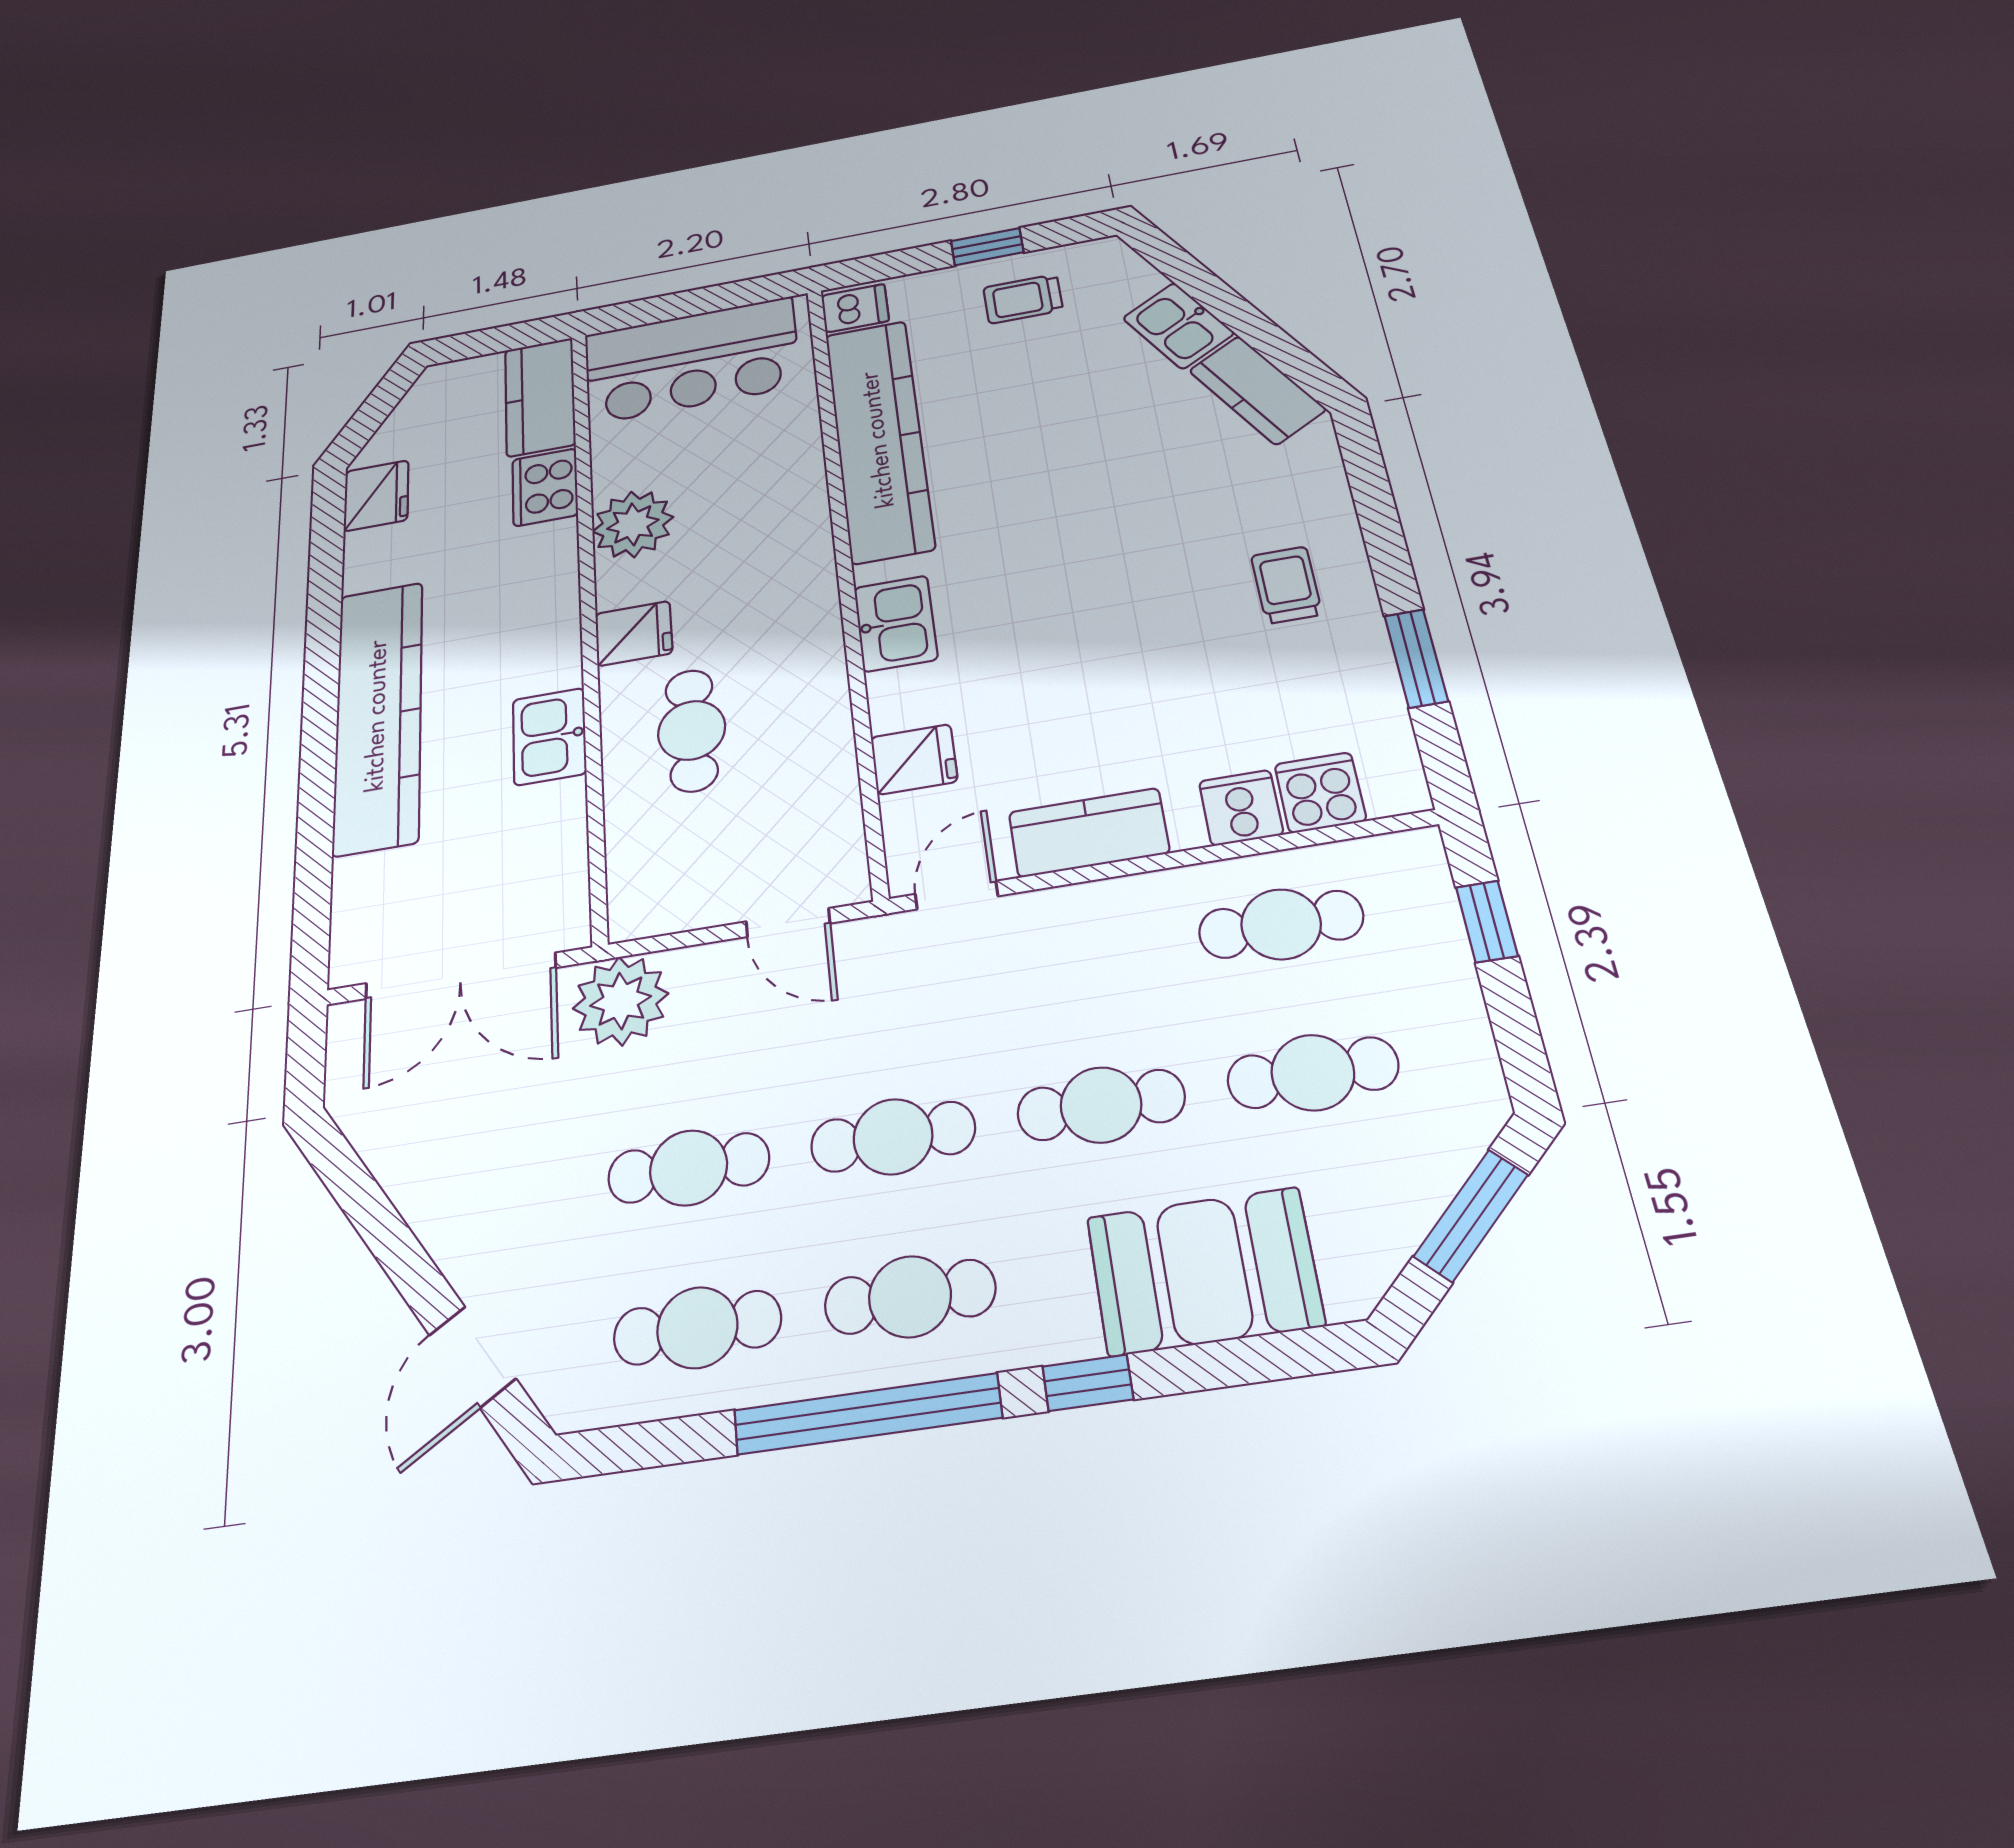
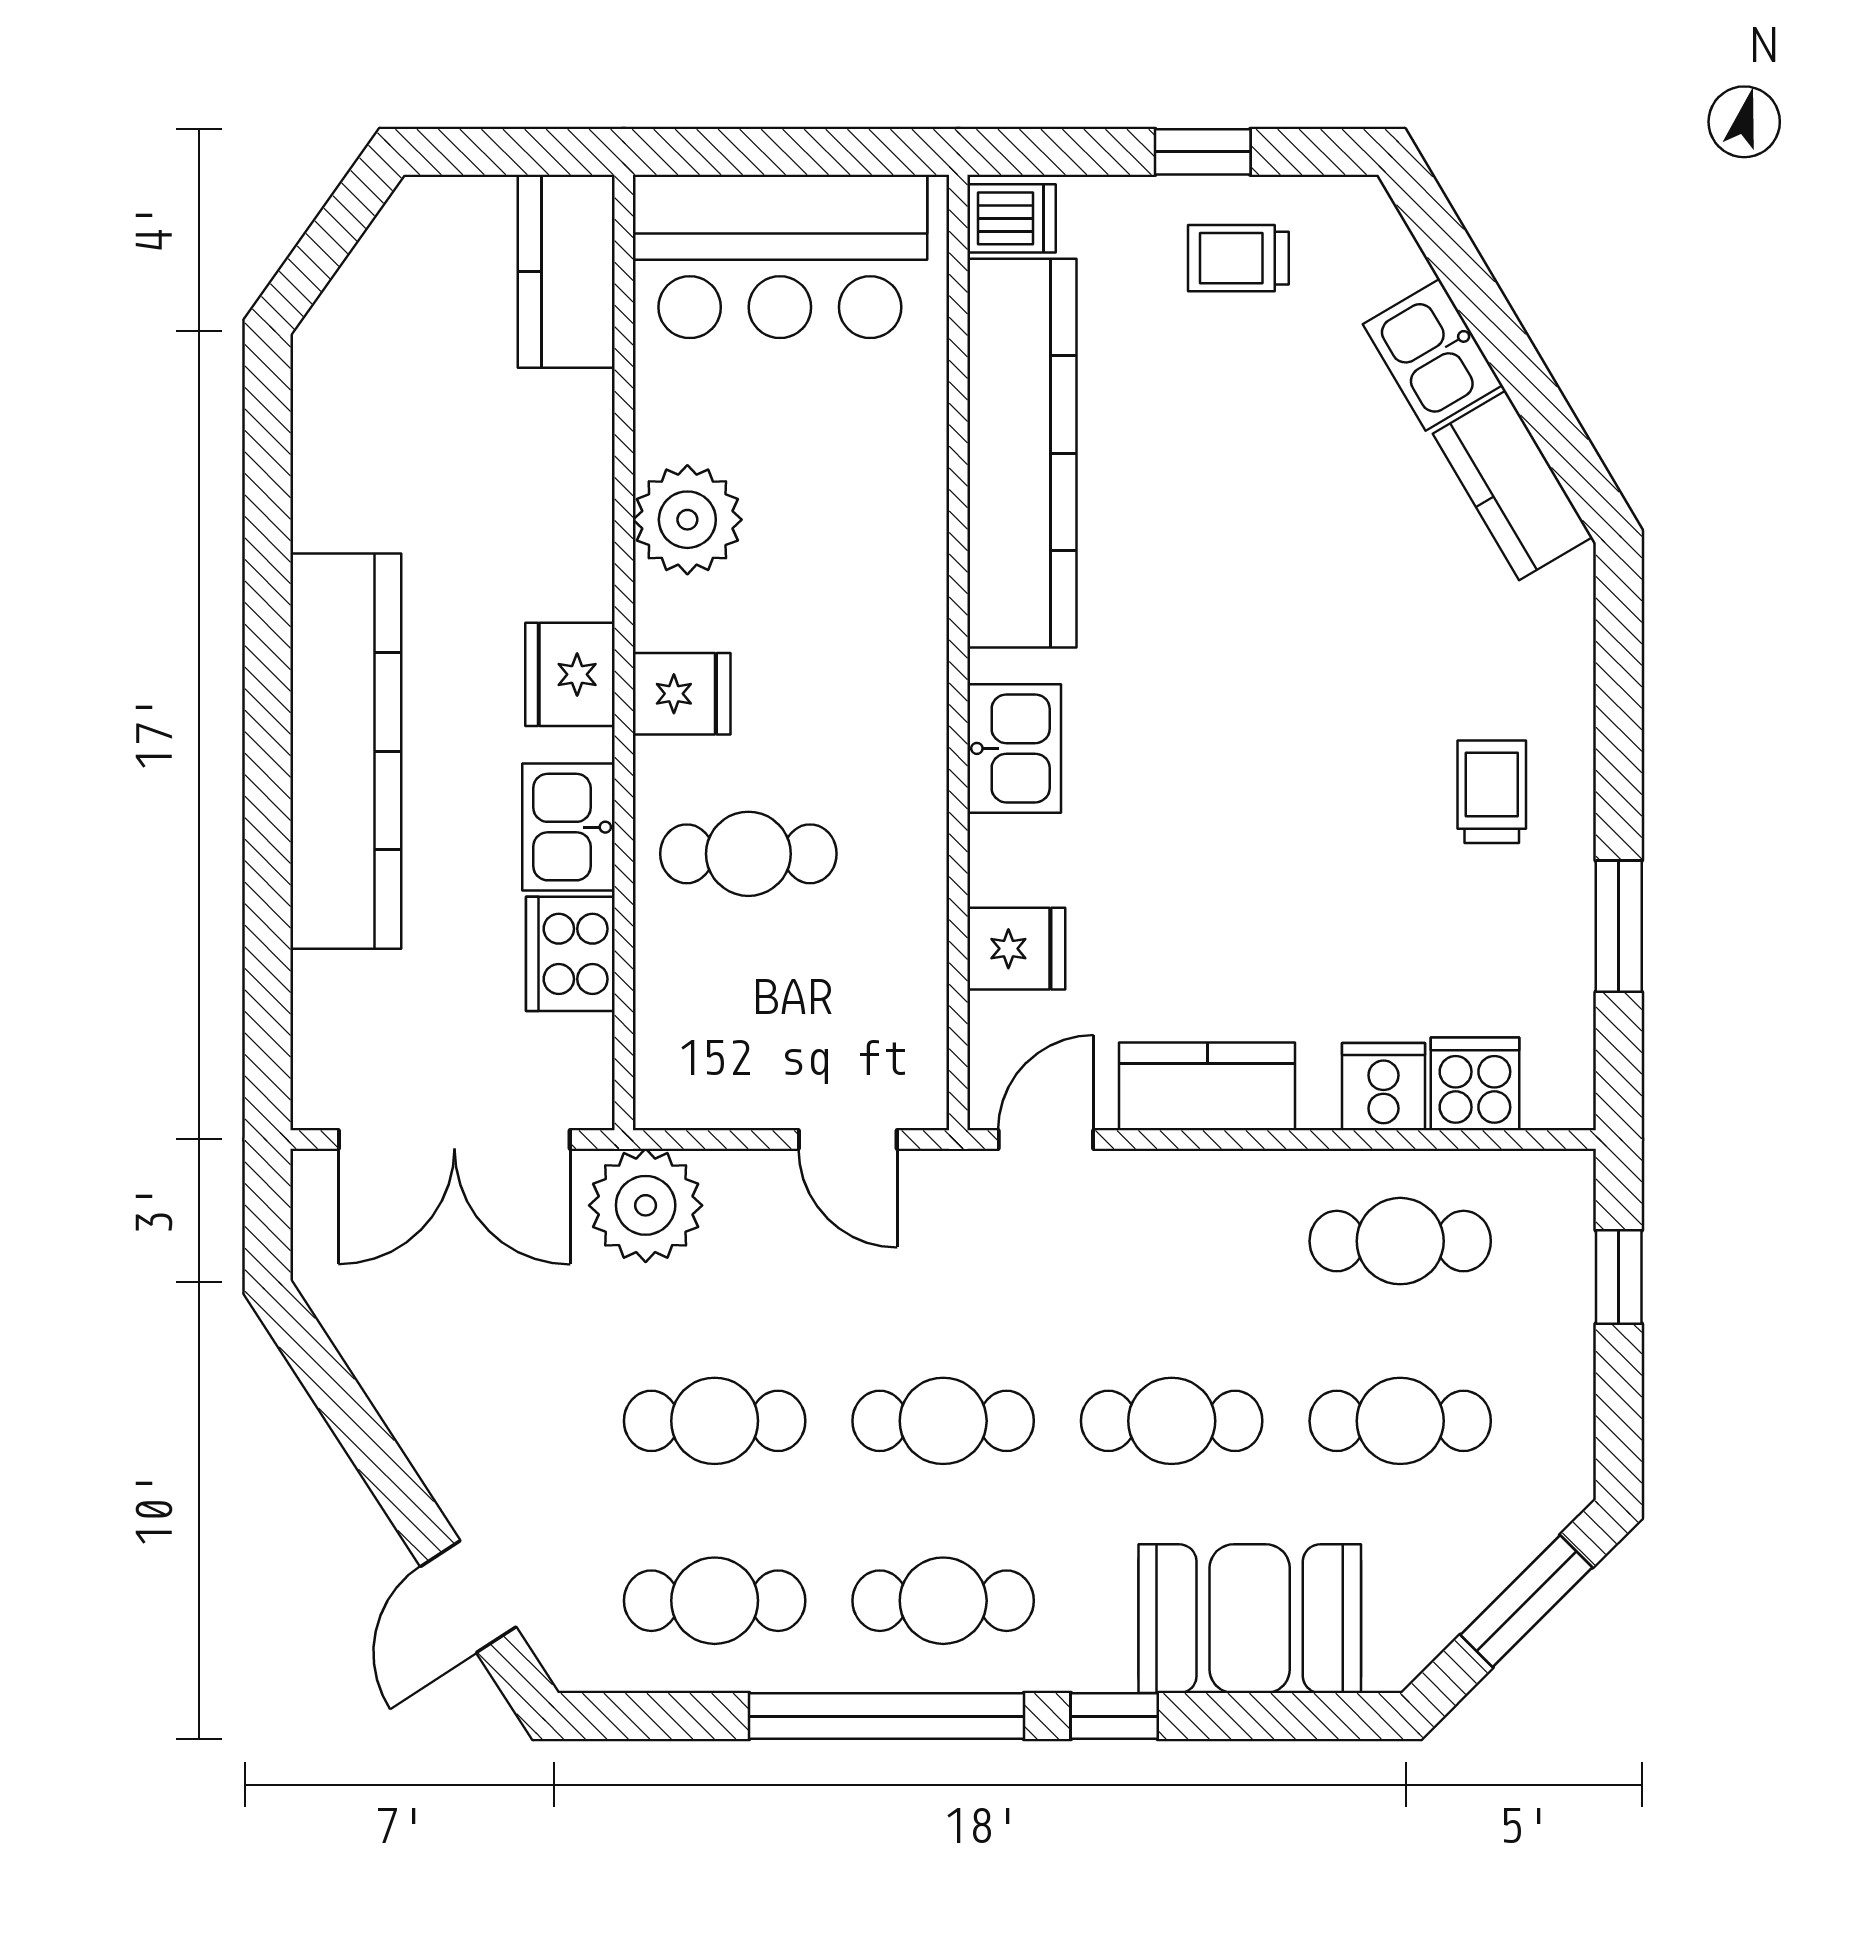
cooker: (545, 487) -> (570, 954), moved
fridge: (376, 496) -> (570, 674), moved, turned 180
cafe table: (692, 730) -> (748, 854), turned 90

